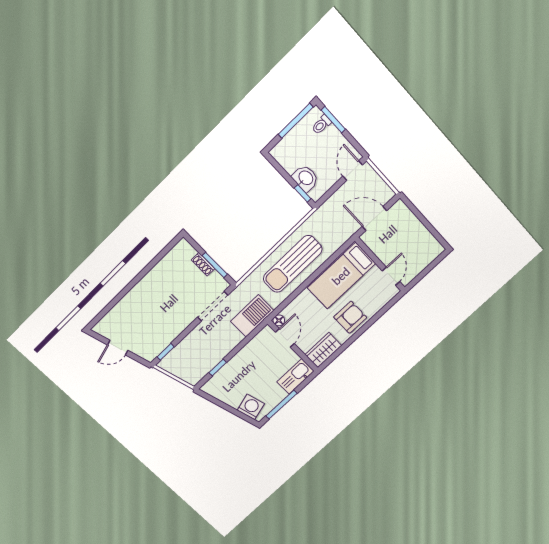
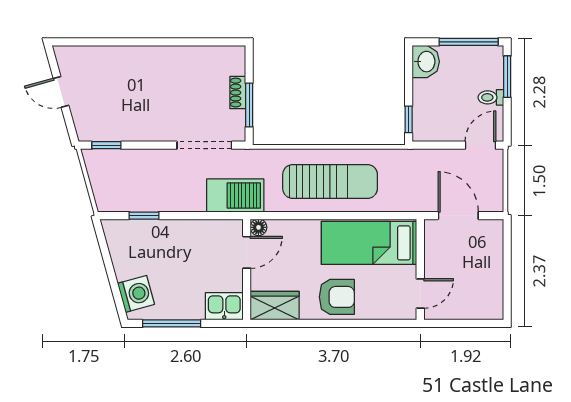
toilet: (321, 125) -> (491, 97), moved
washbasin: (305, 178) -> (426, 62), moved
sun lounger: (293, 264) -> (330, 181), turned 180
kitchen sink: (295, 376) -> (224, 306), width x0.73

